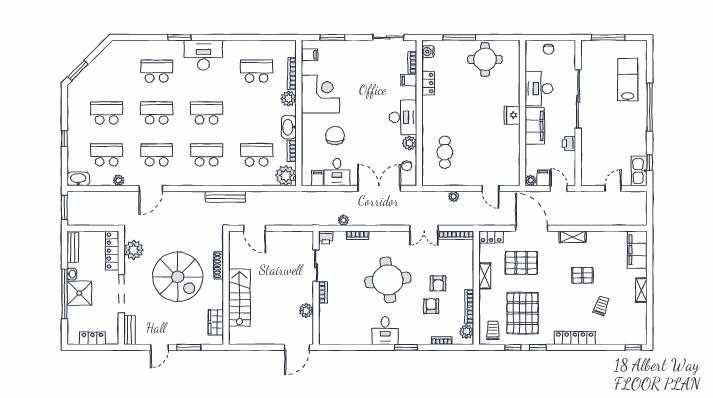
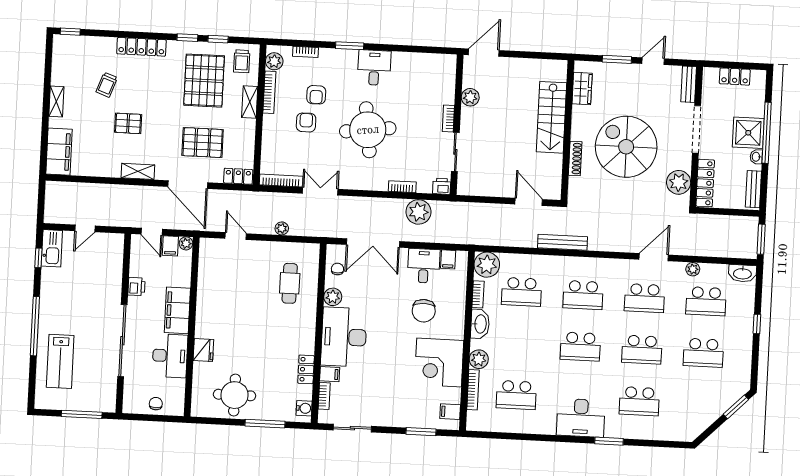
fridge: (512, 115) -> (203, 350), moved
desk: (403, 117) -> (344, 337), width x1.36, depth x1.30
plant: (343, 220) -> (418, 212), width x1.87, depth x1.87
shelving: (485, 276) -> (250, 102), moved

